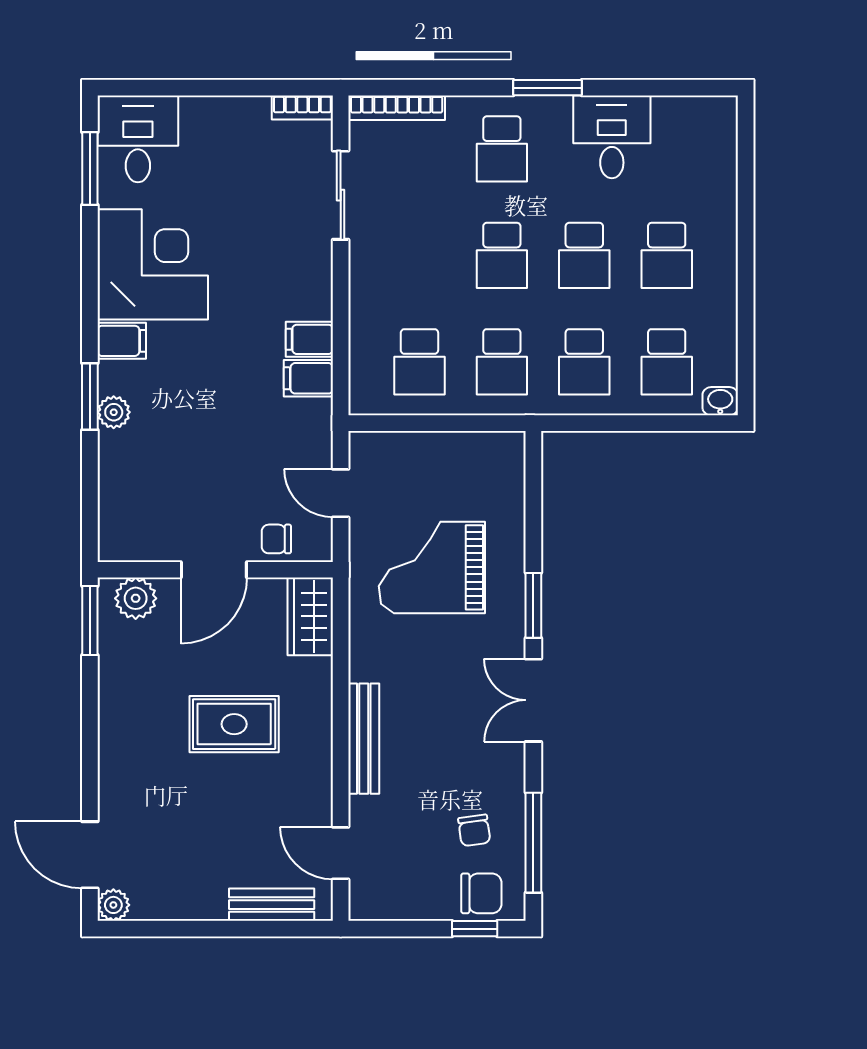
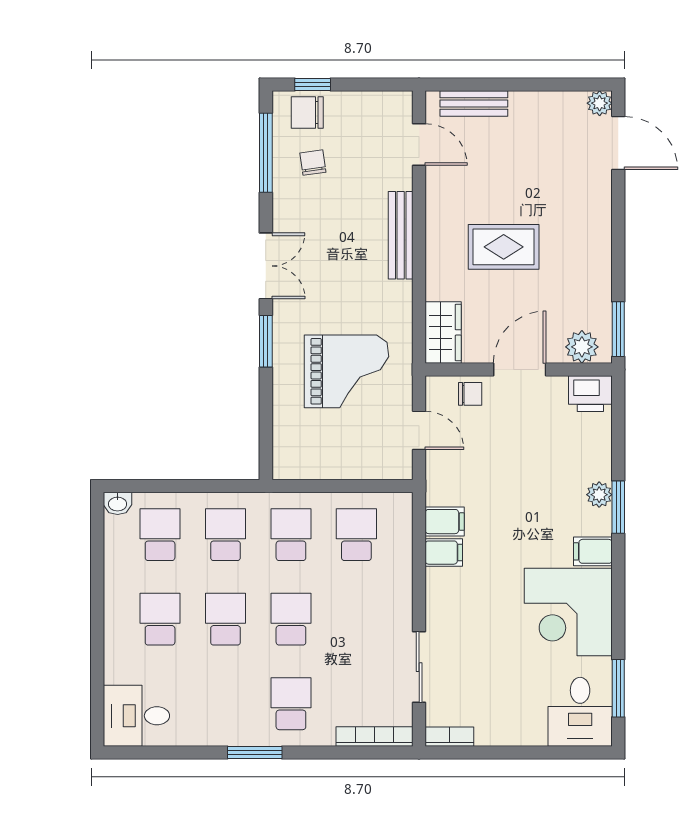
desk: (612, 137) -> (136, 716), moved, turned 90
printer: (125, 539) -> (590, 394), added

